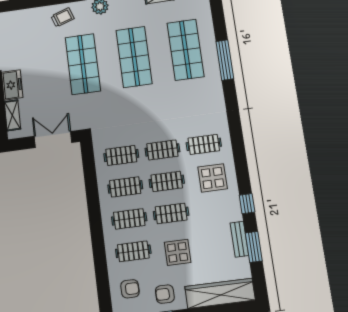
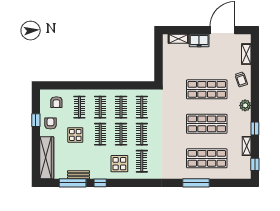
shelving: (25, 16) -> (246, 54), added
double door: (53, 139) -> (159, 64), removed
window: (254, 247) -> (73, 183), width x1.44

